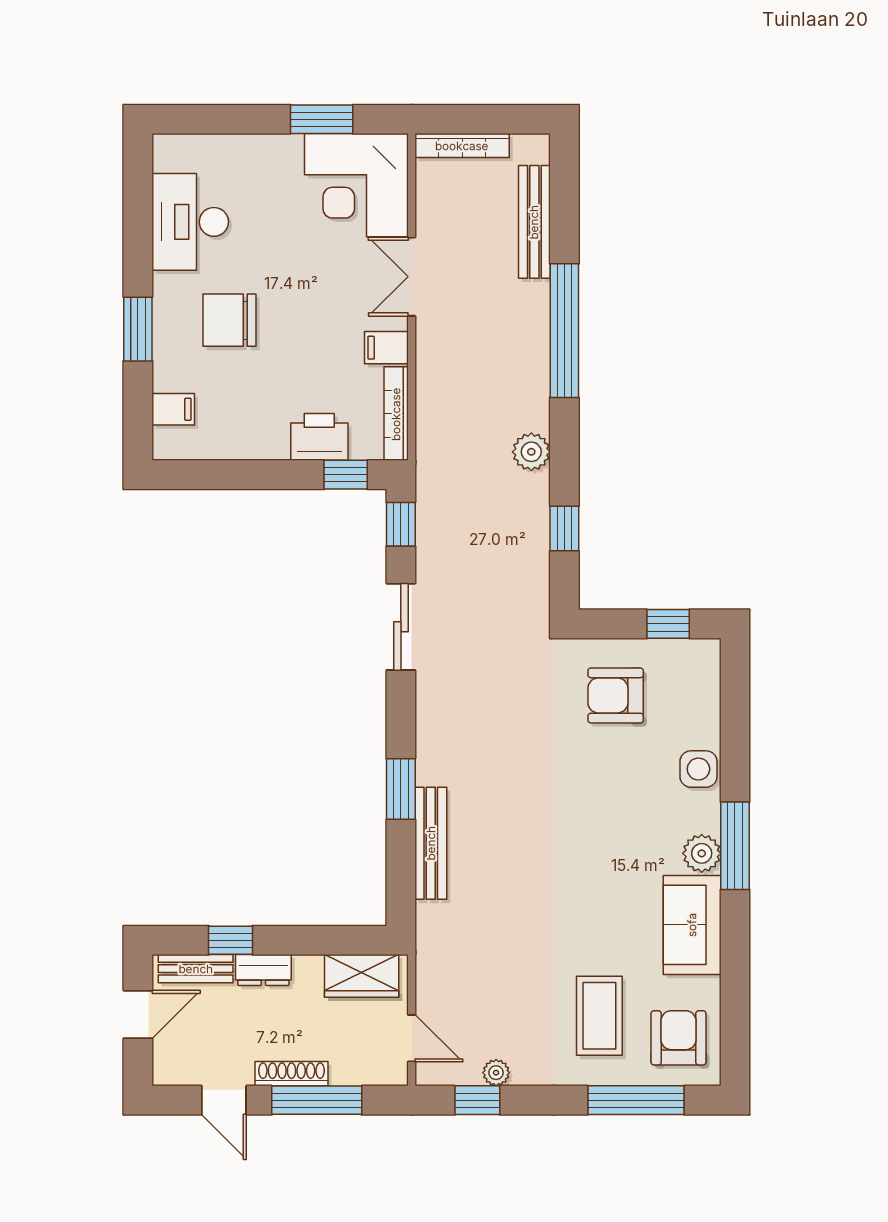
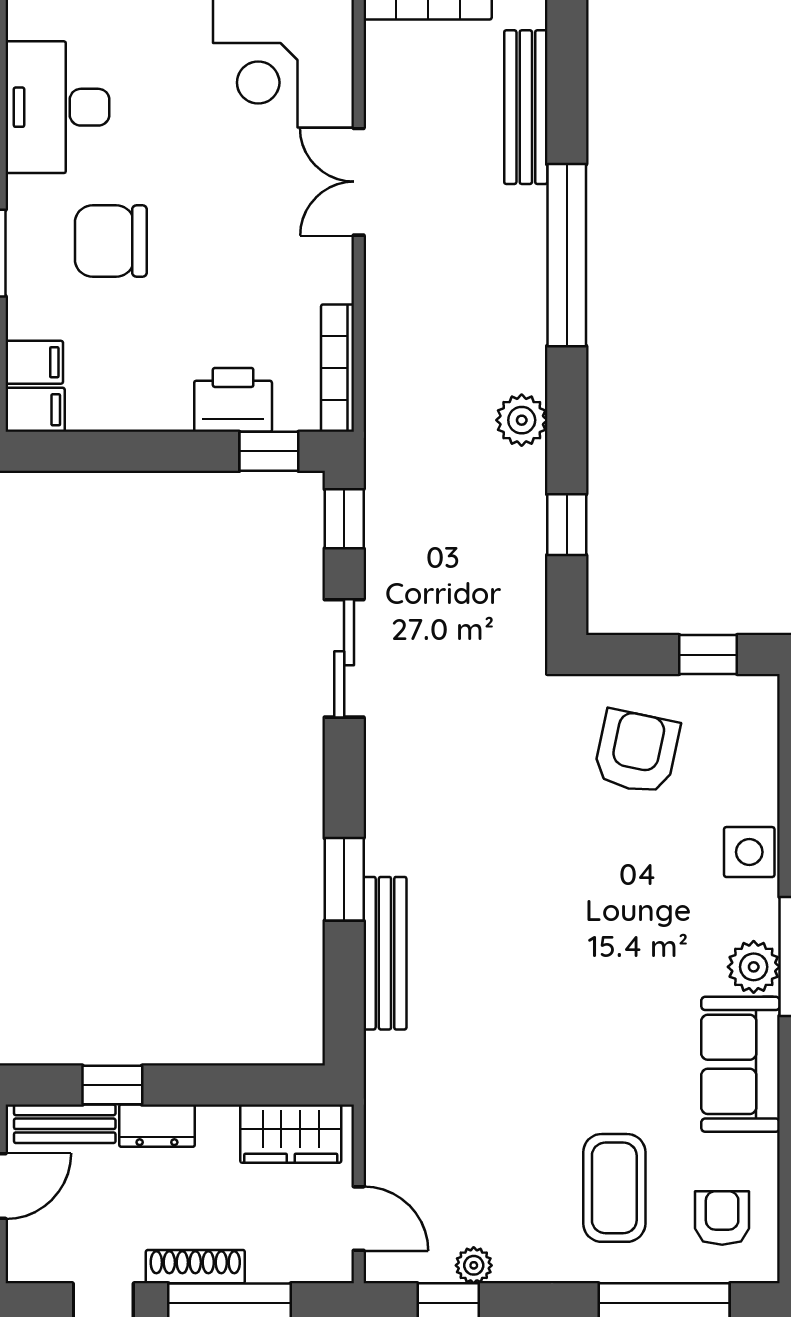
filing cabinet: (386, 348) -> (35, 410), moved, turned 180
armchair: (616, 695) -> (637, 752), turned 102
armchair: (678, 1038) -> (722, 1218), width x0.72, depth x0.72

